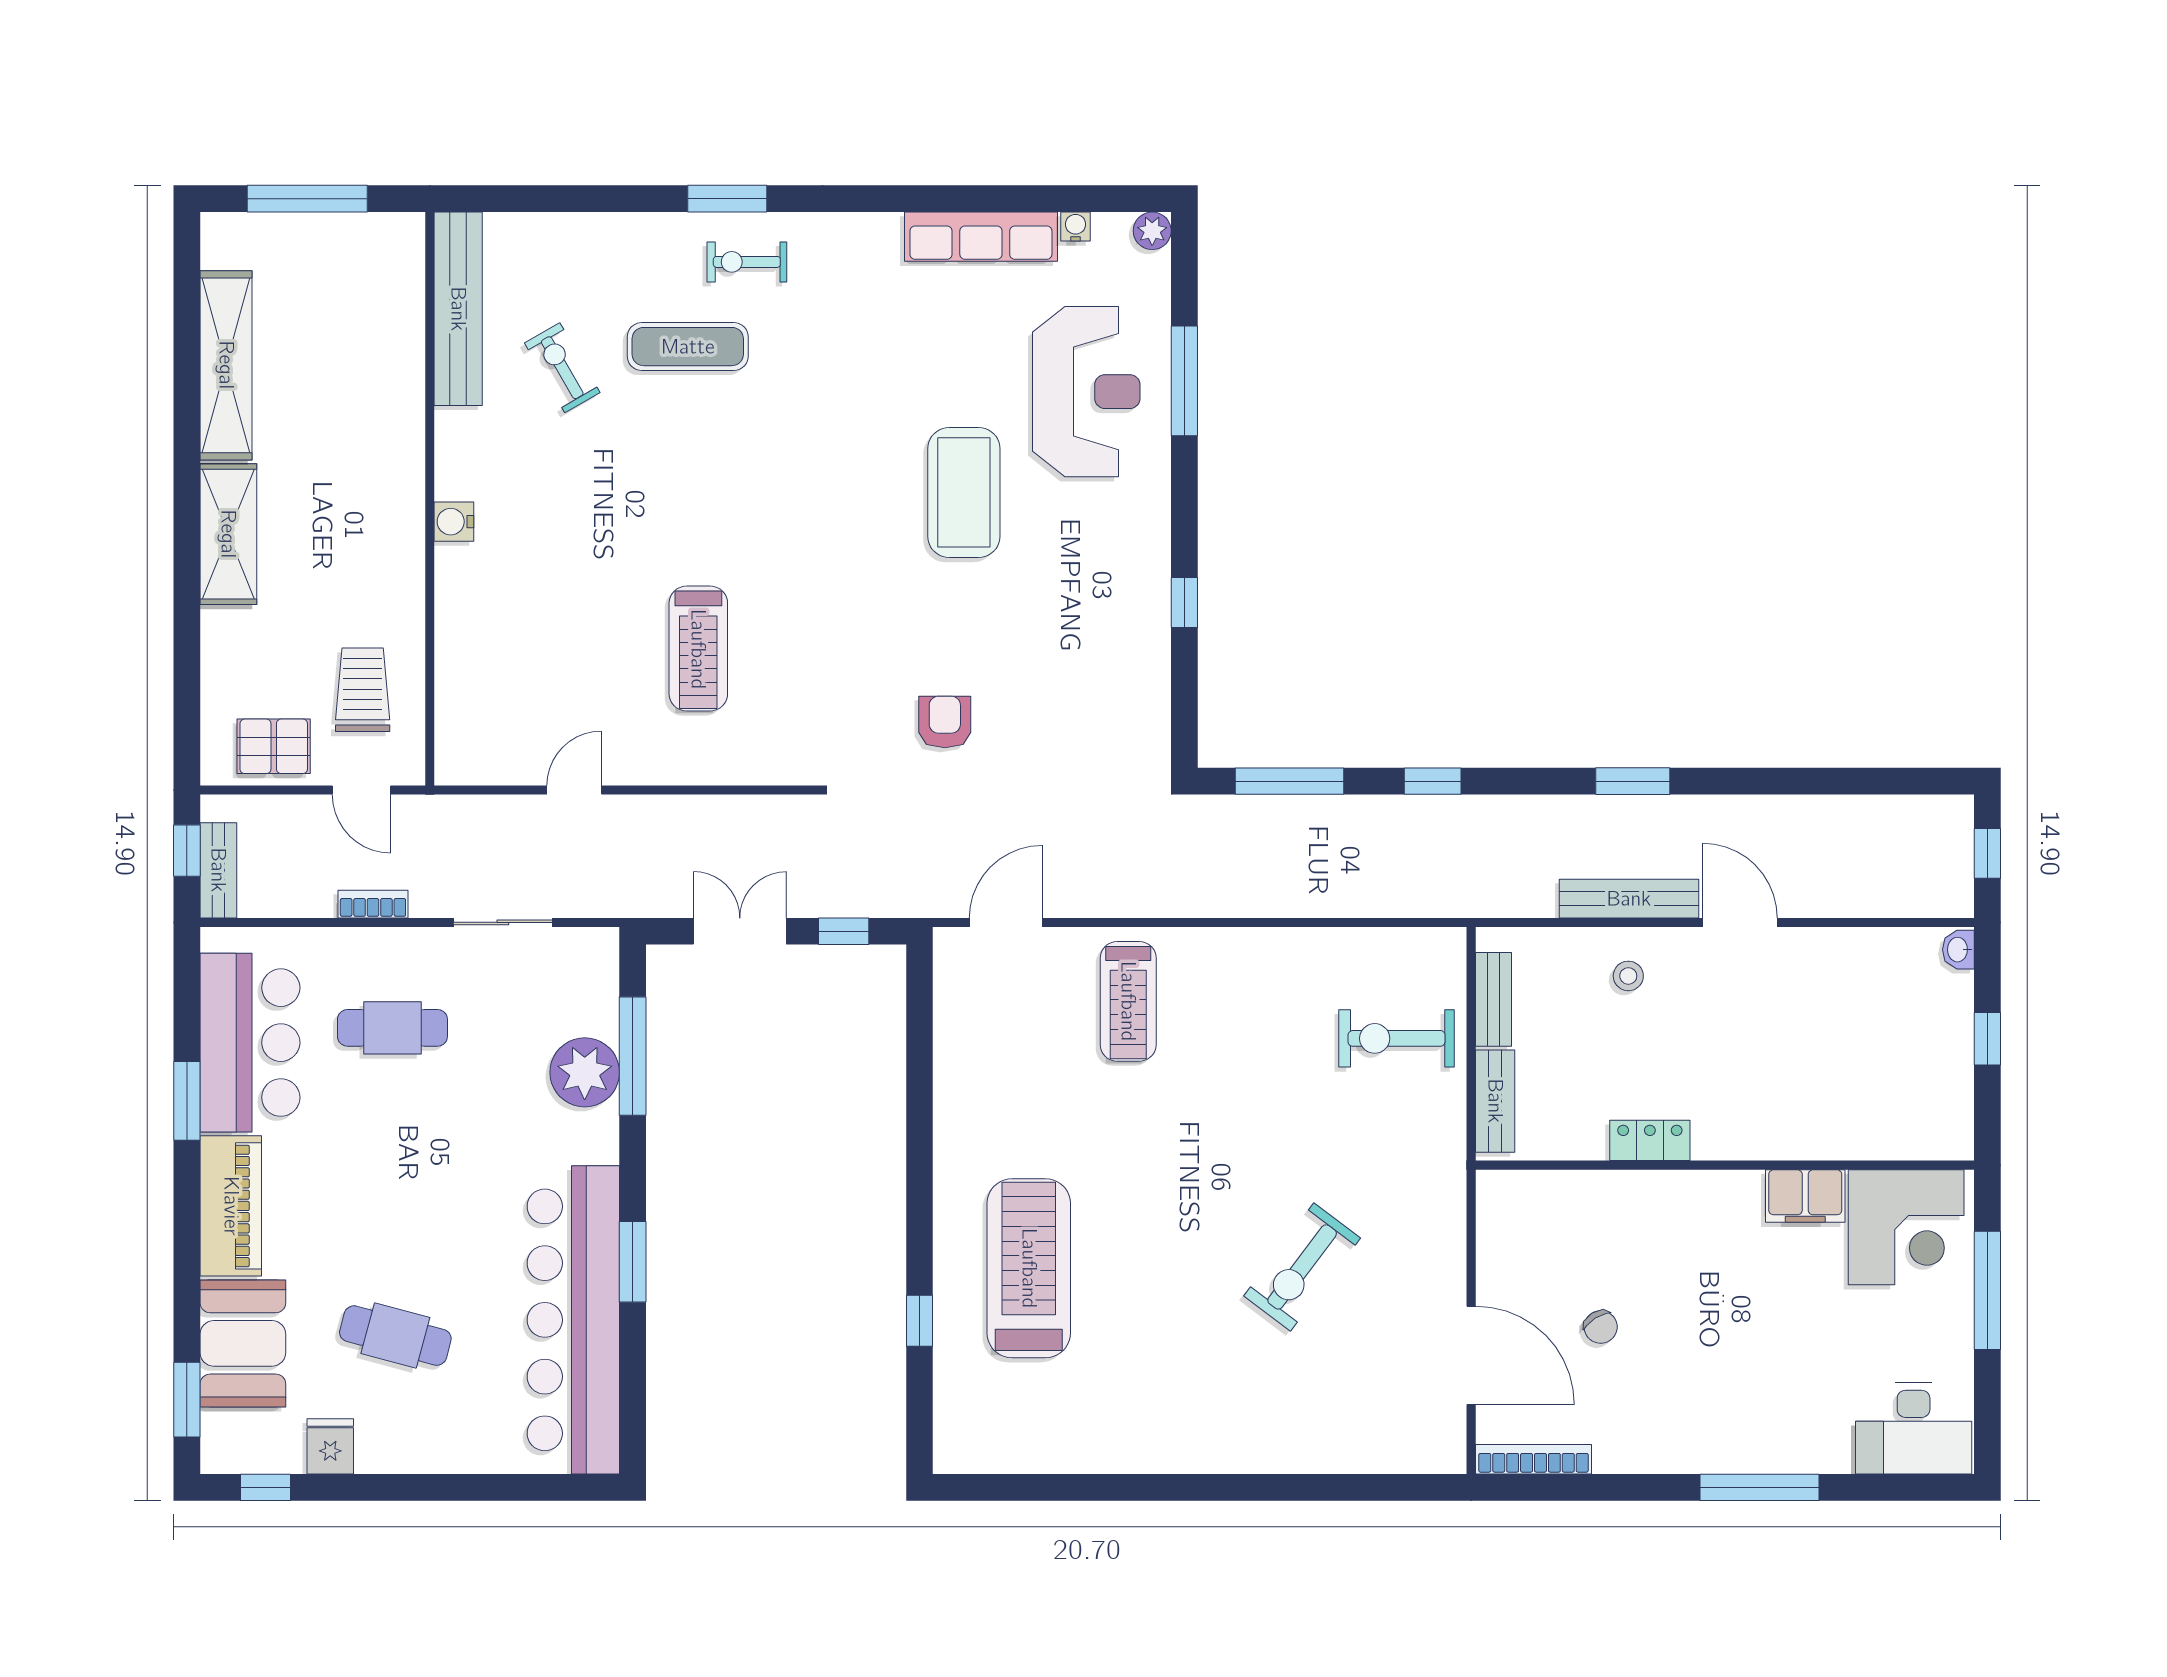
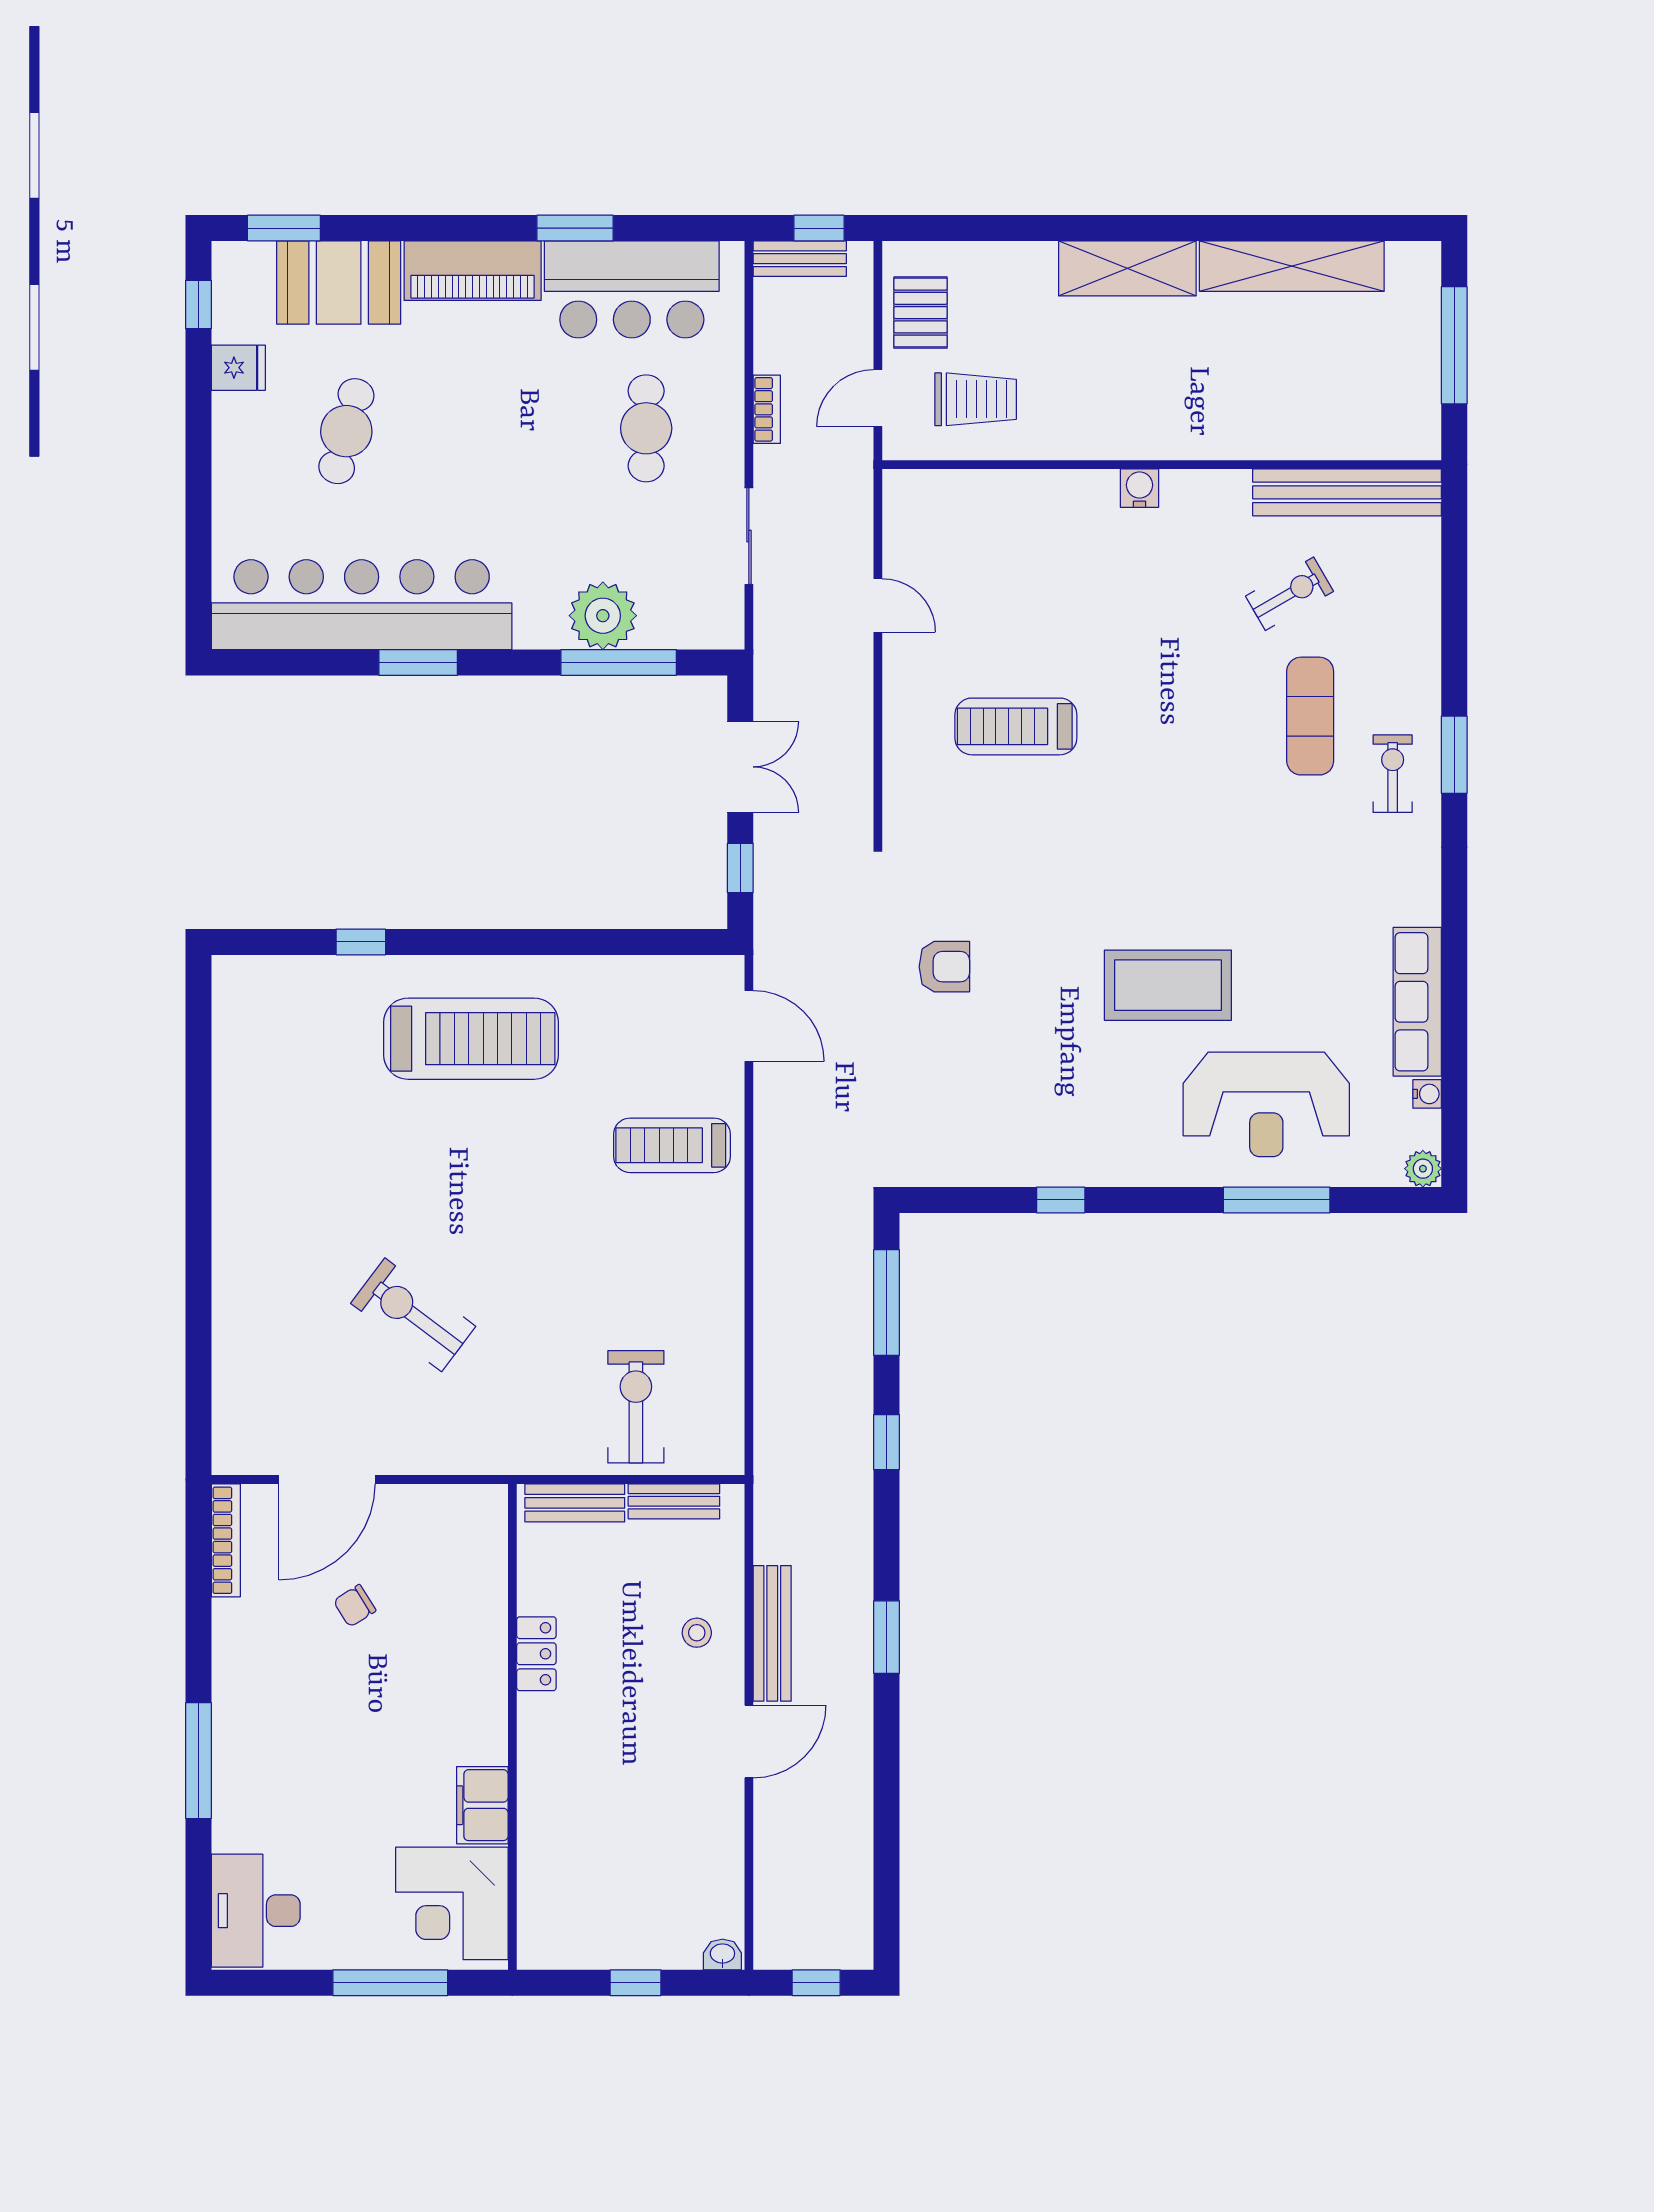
treadmill: (1029, 1268) -> (471, 1039), moved

